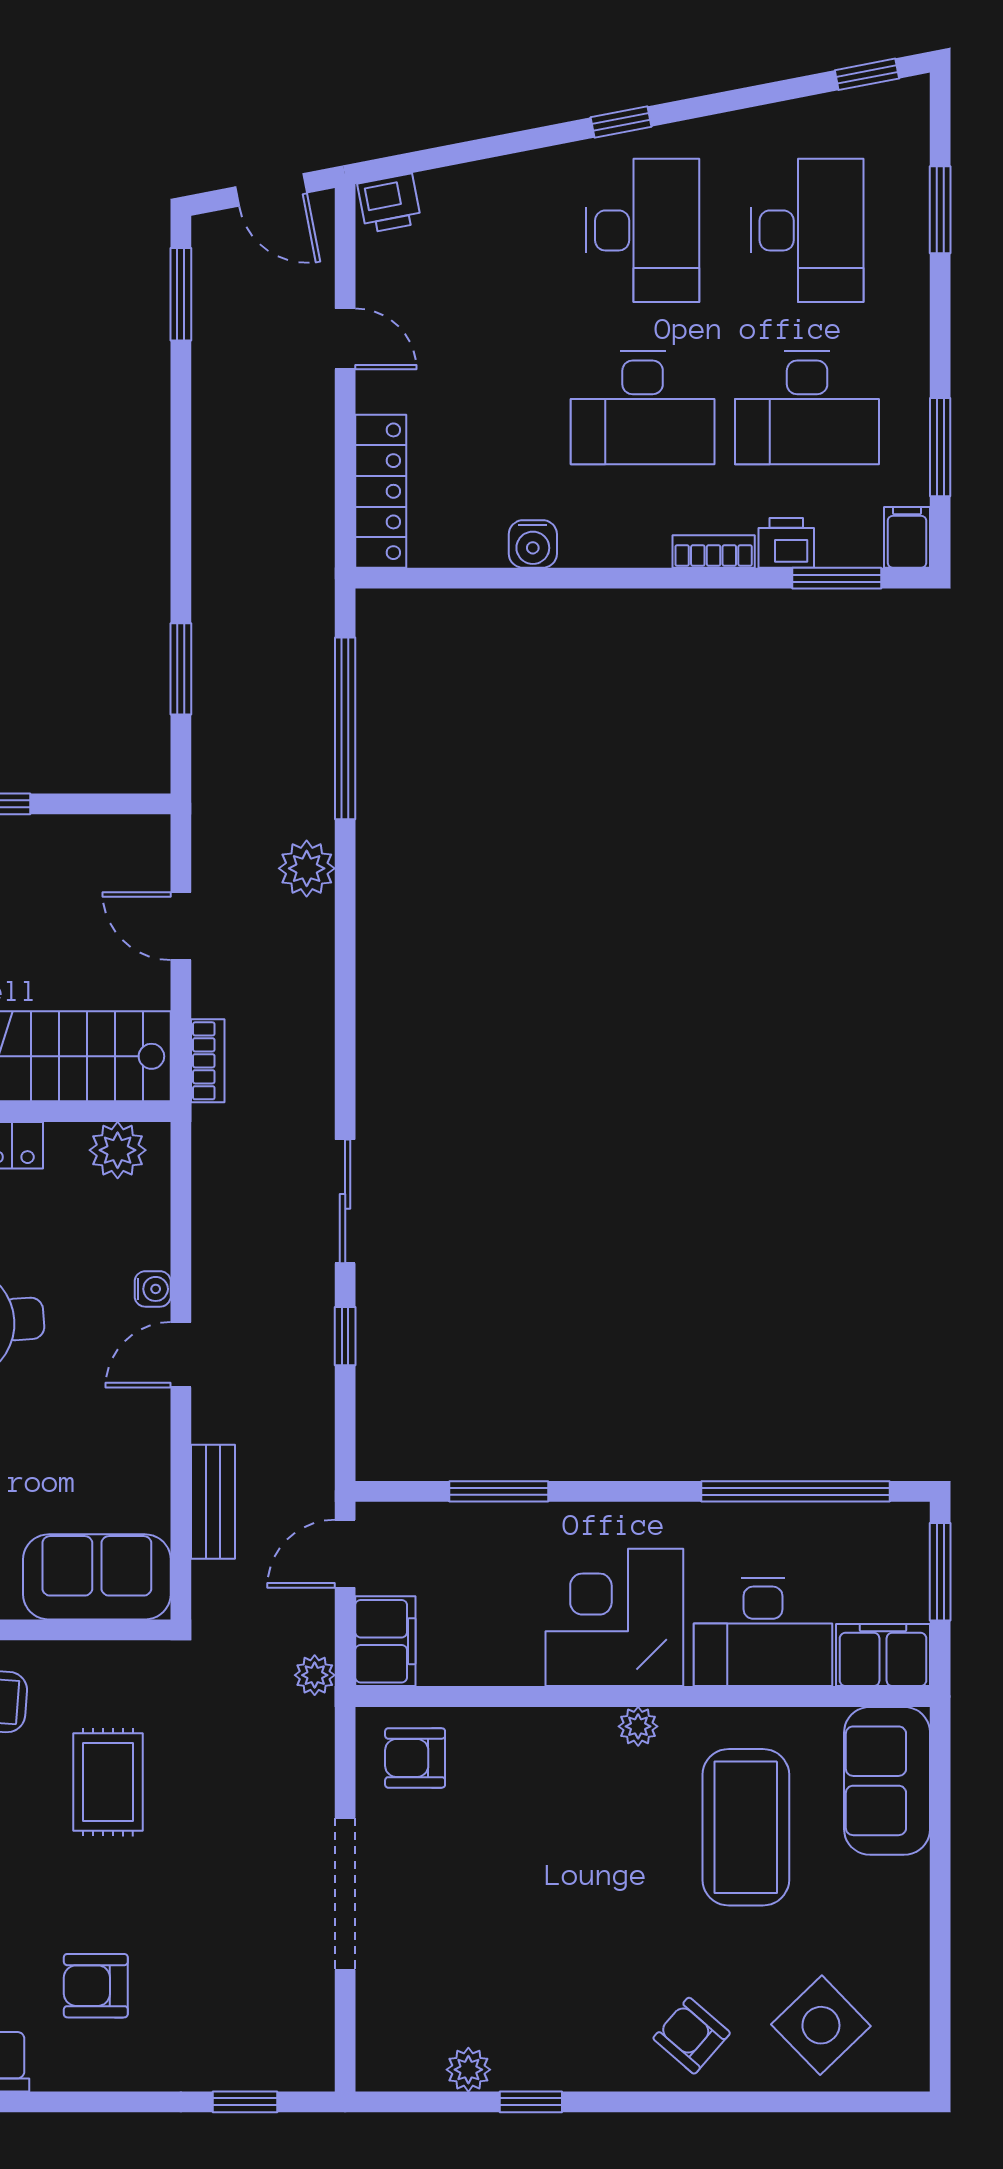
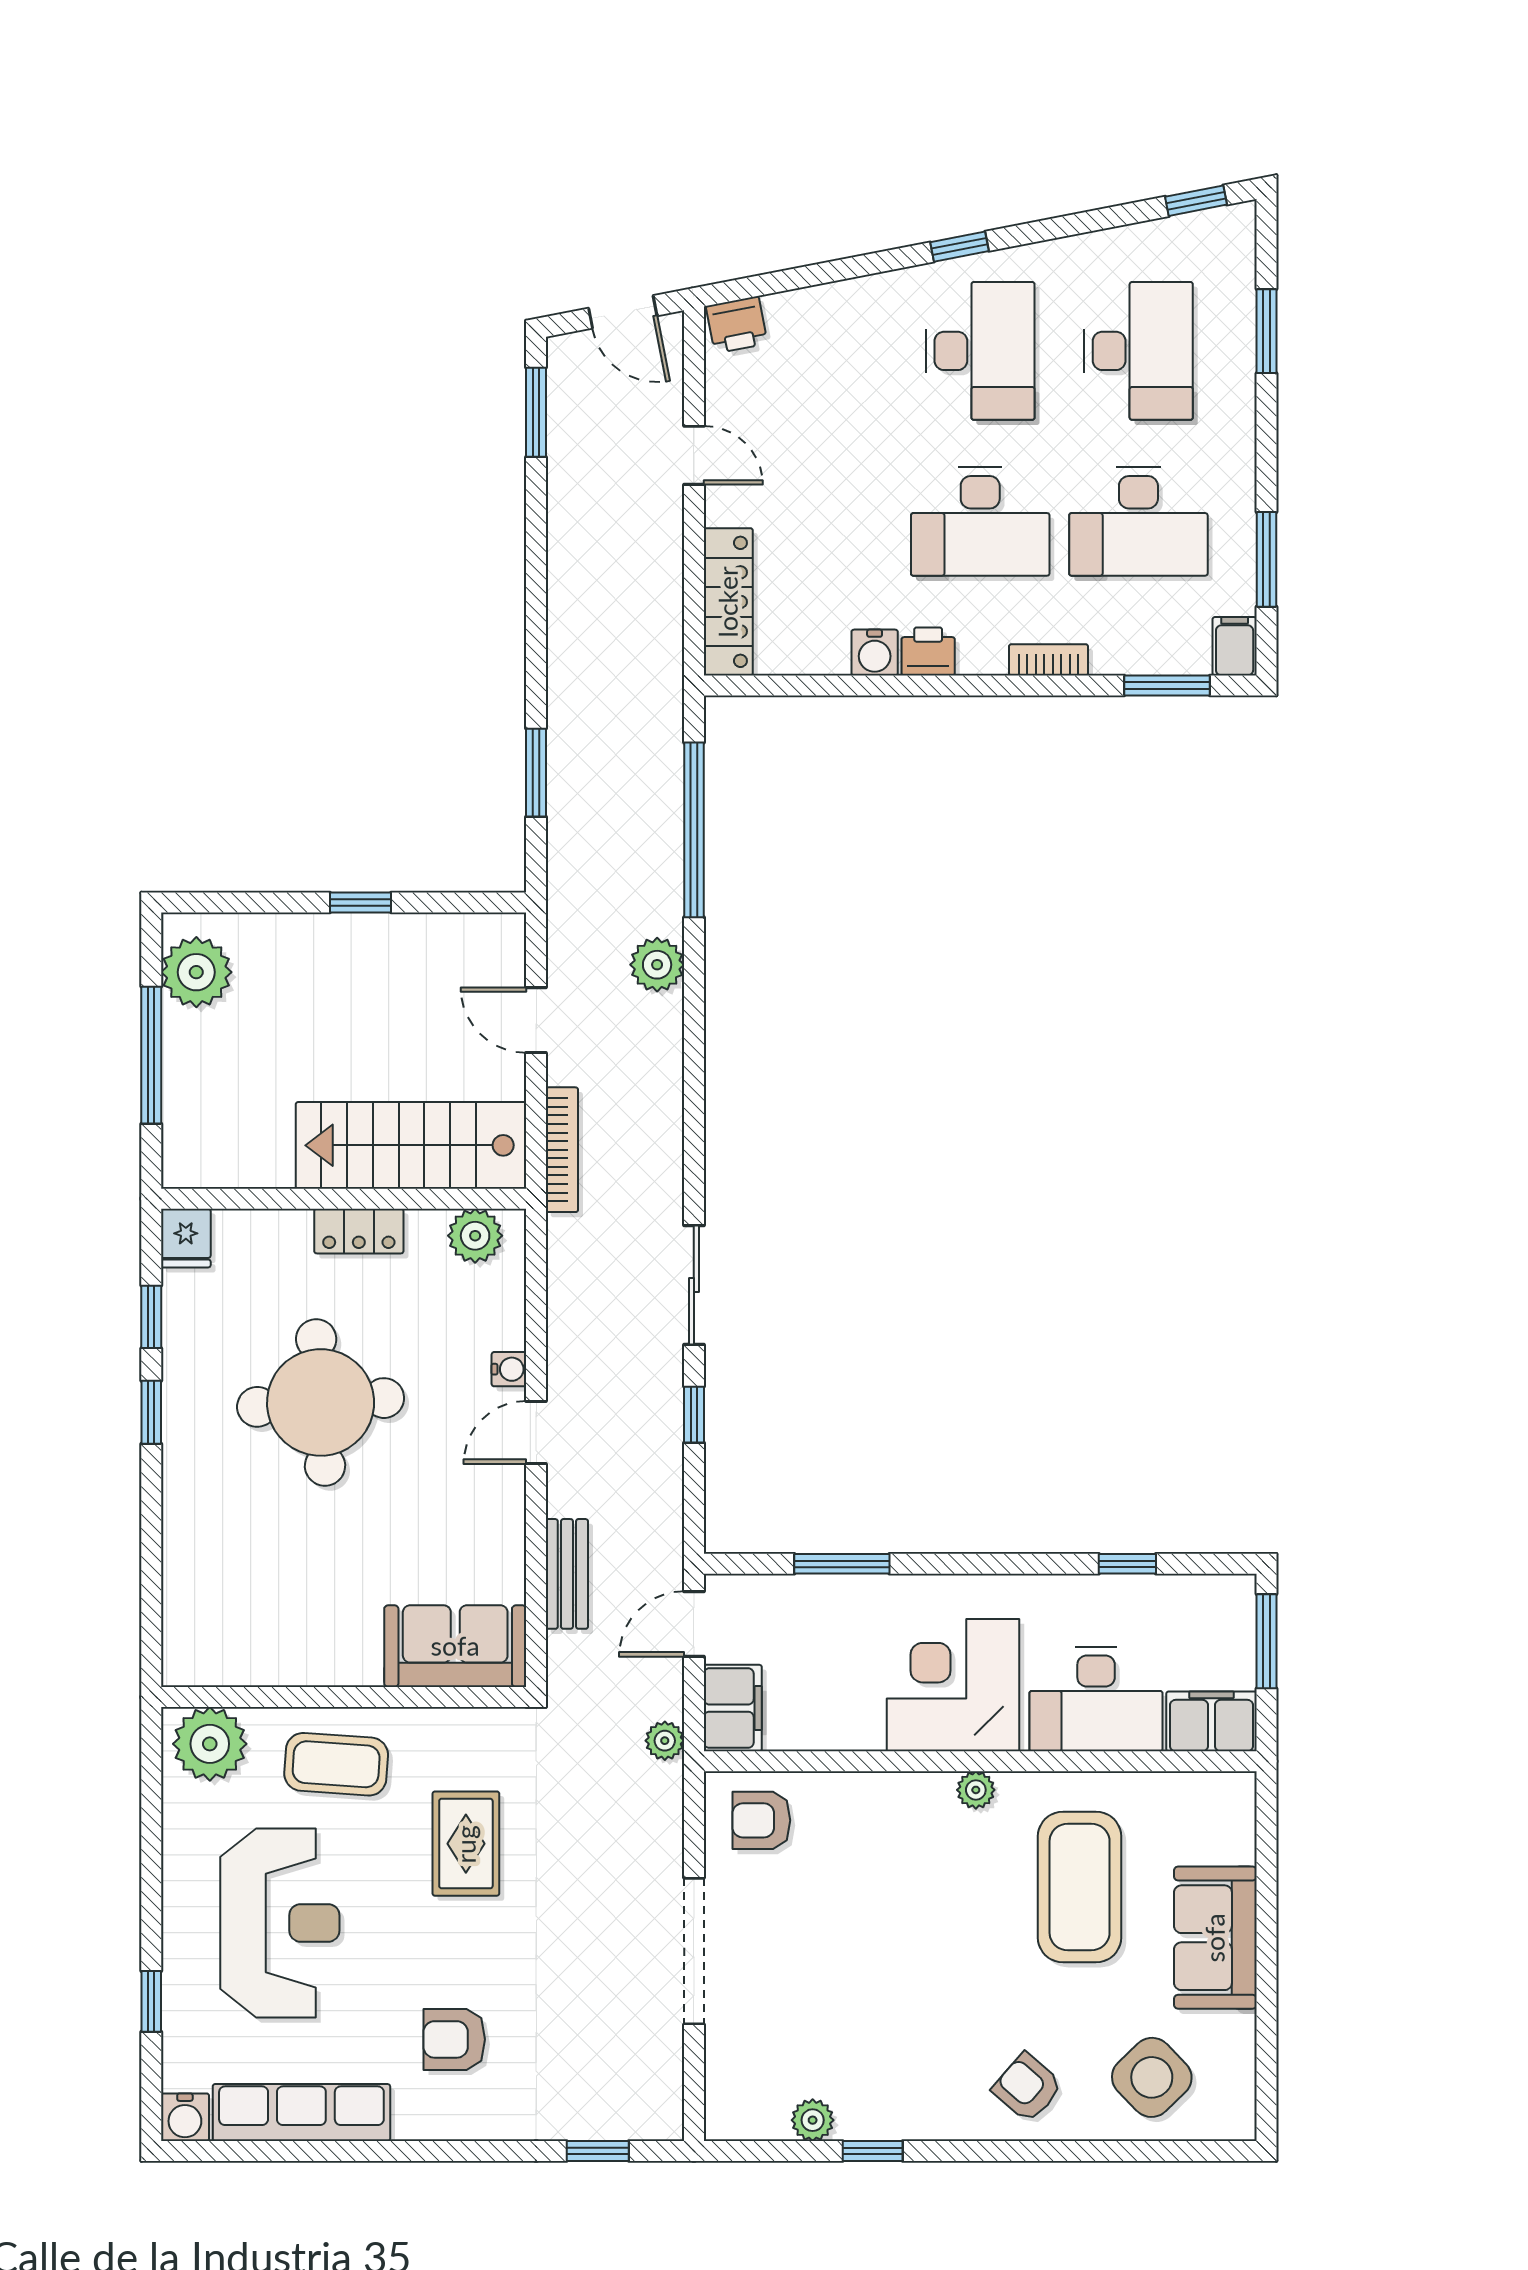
printer: (786, 543) -> (928, 651), moved
bookcase: (208, 1061) -> (562, 1150), width x1.56
window: (796, 1491) -> (1127, 1564), width x0.32
sofa: (887, 1781) -> (1215, 1938), moved

